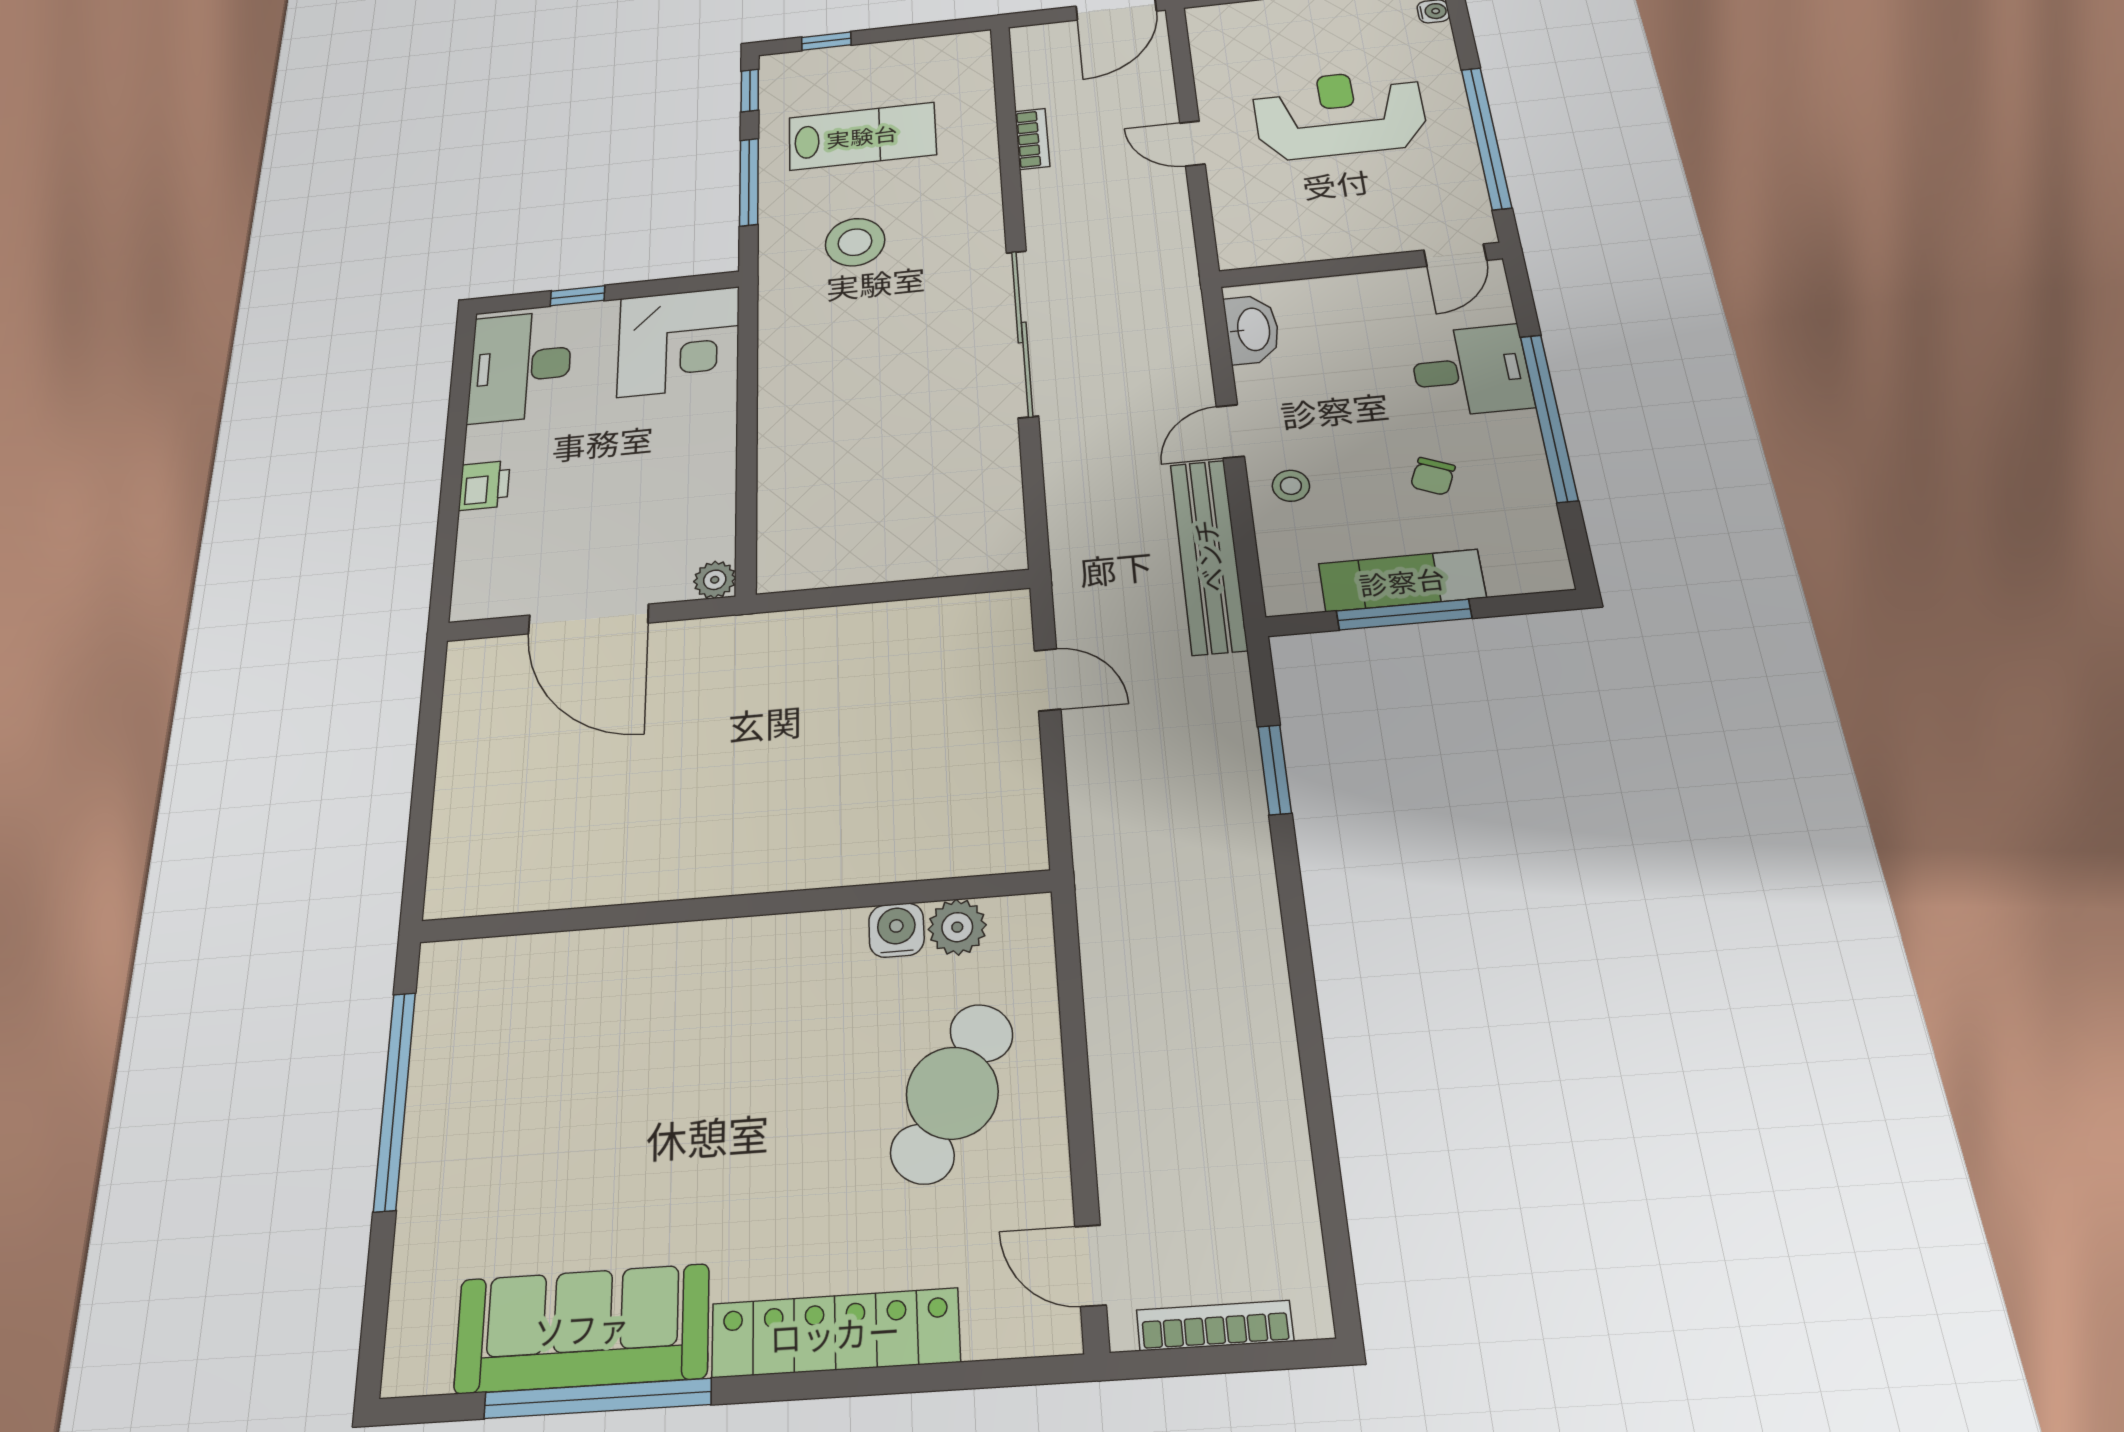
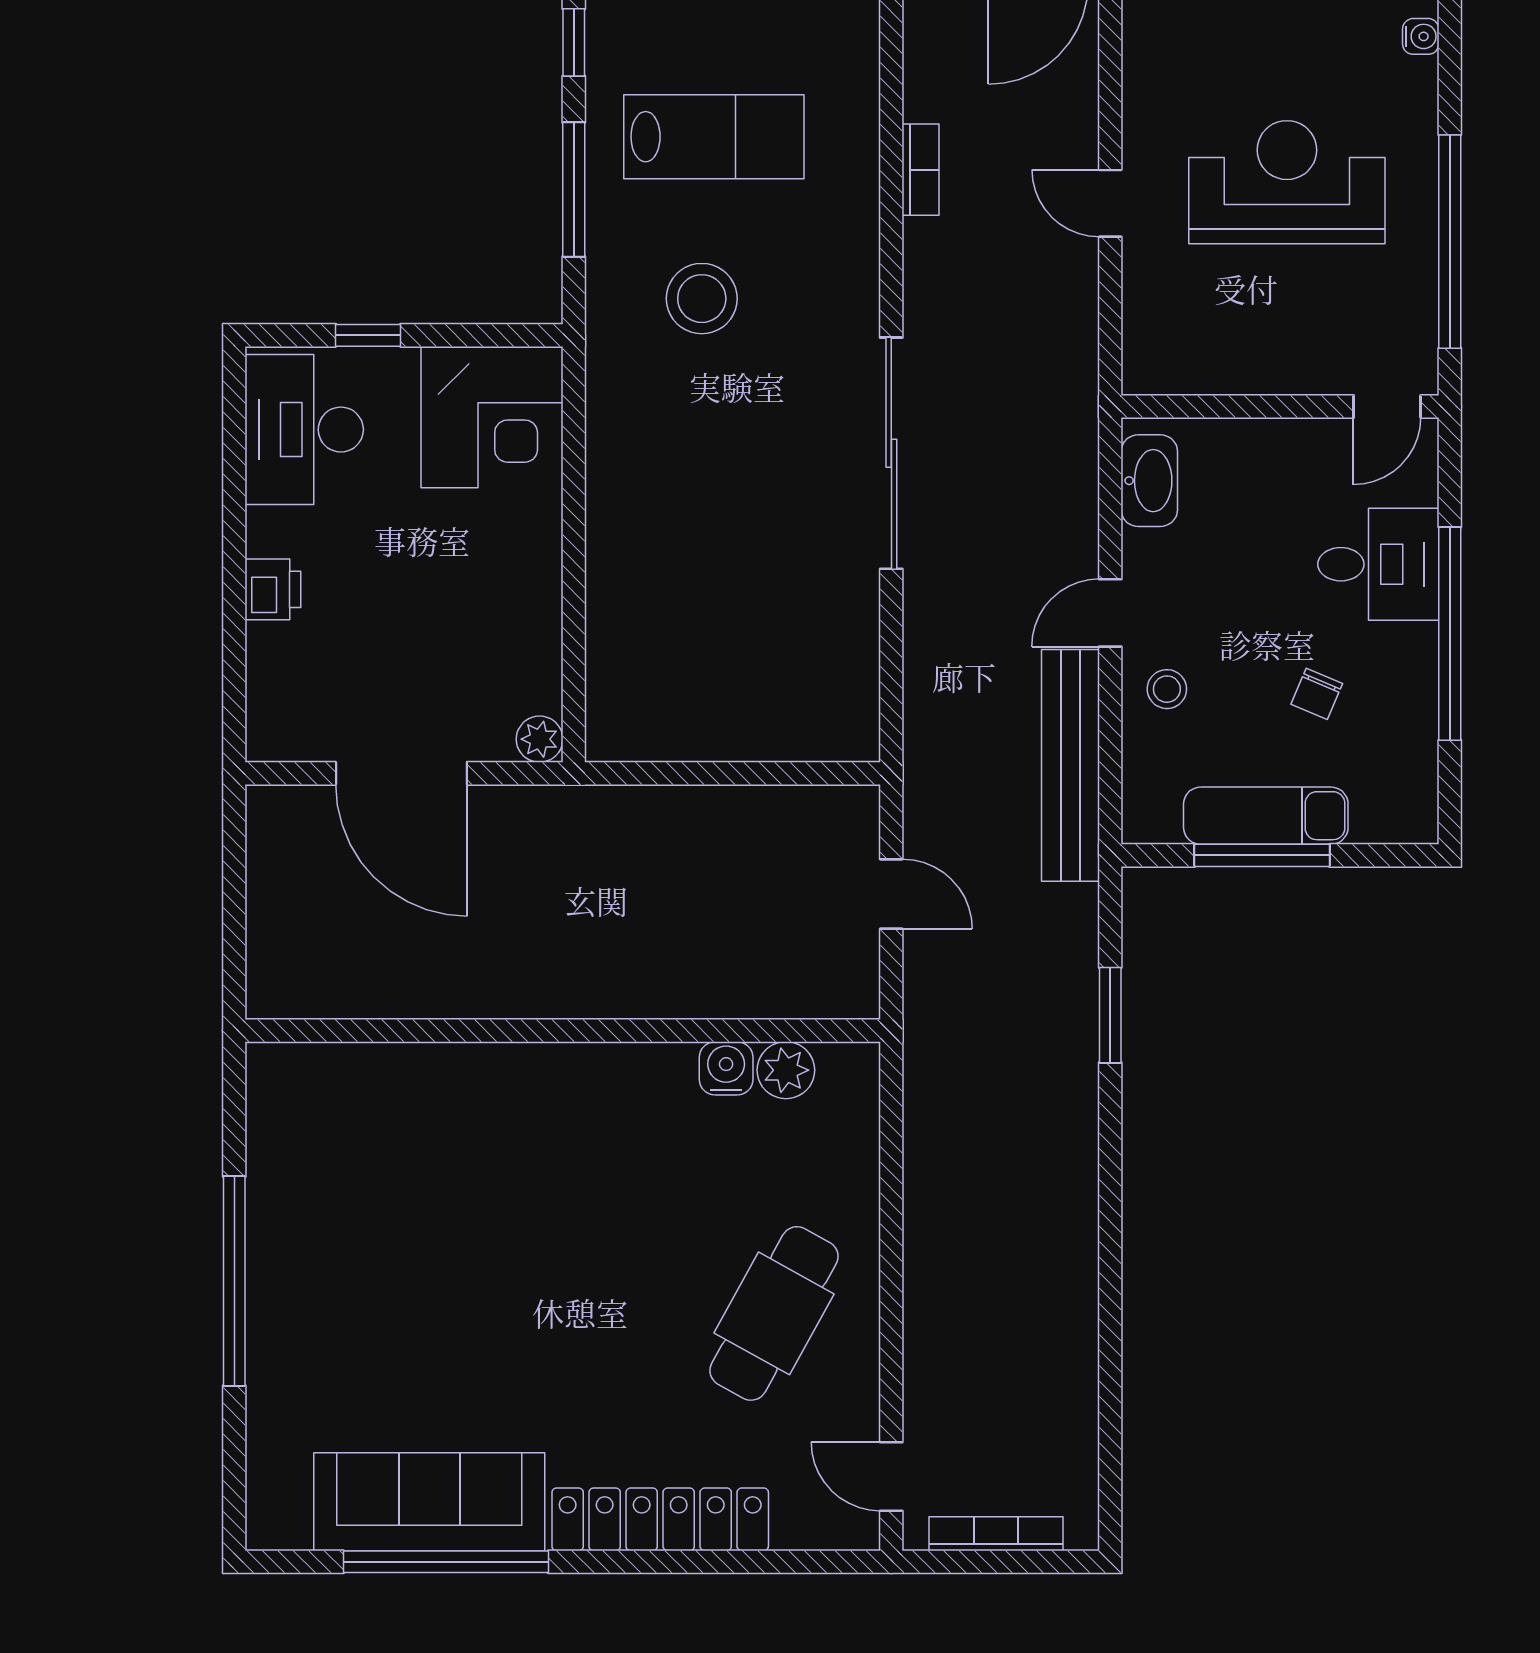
wall: (732, 907) -> (563, 1031), moved
plant: (957, 927) -> (786, 1070), moved
water cooler: (896, 930) -> (726, 1068), moved

